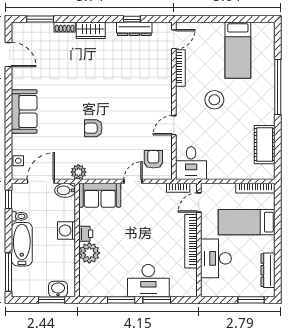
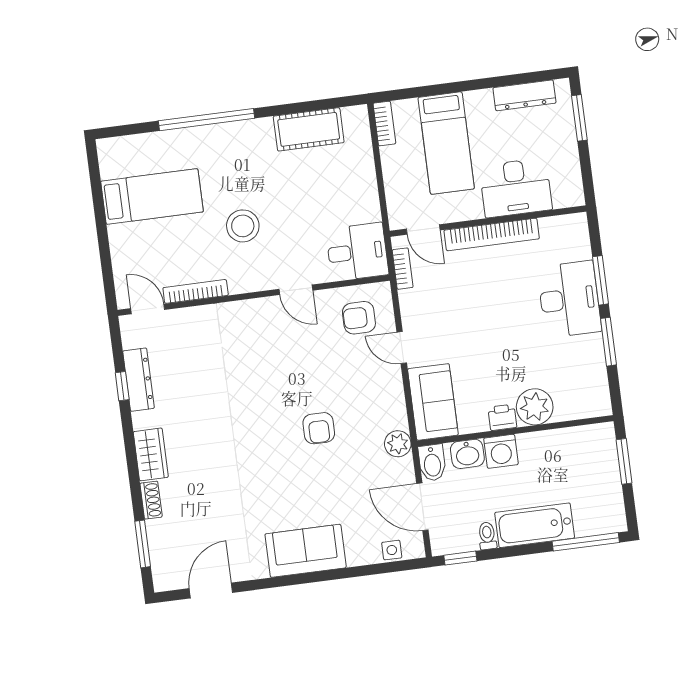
bookcase: (255, 188) -> (384, 123), width x0.64
washbasin: (58, 289) -> (467, 454), moved, turned -90

